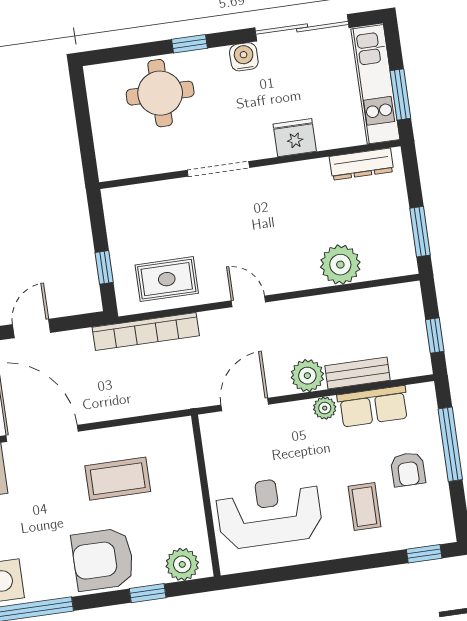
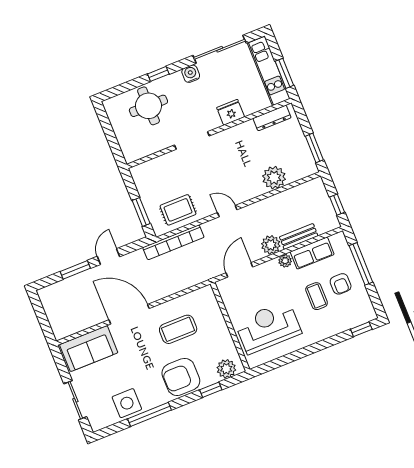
window: (104, 267) -> (141, 212), width x1.50
coffee table: (364, 507) -> (317, 296), moved

